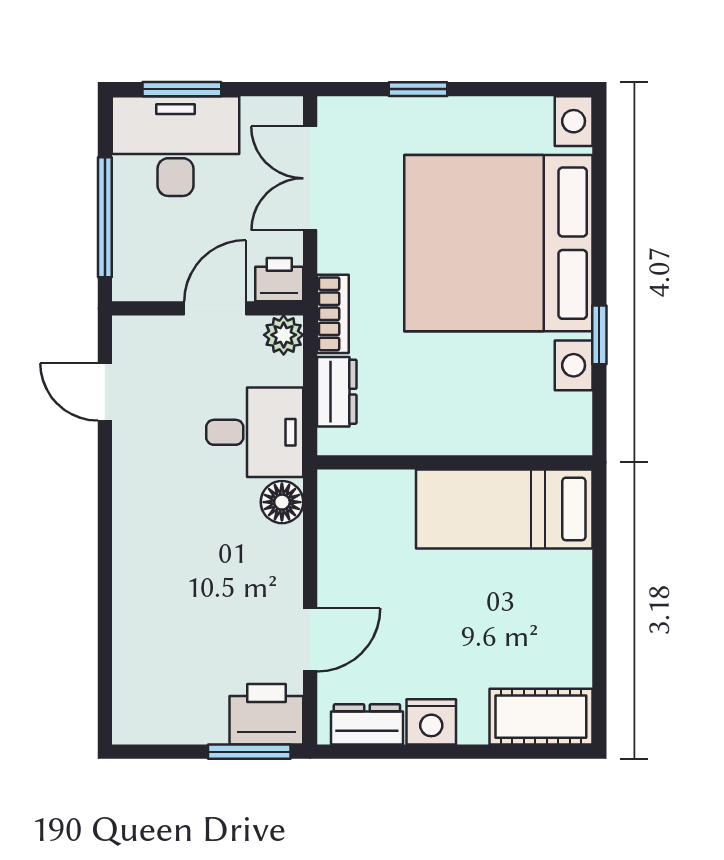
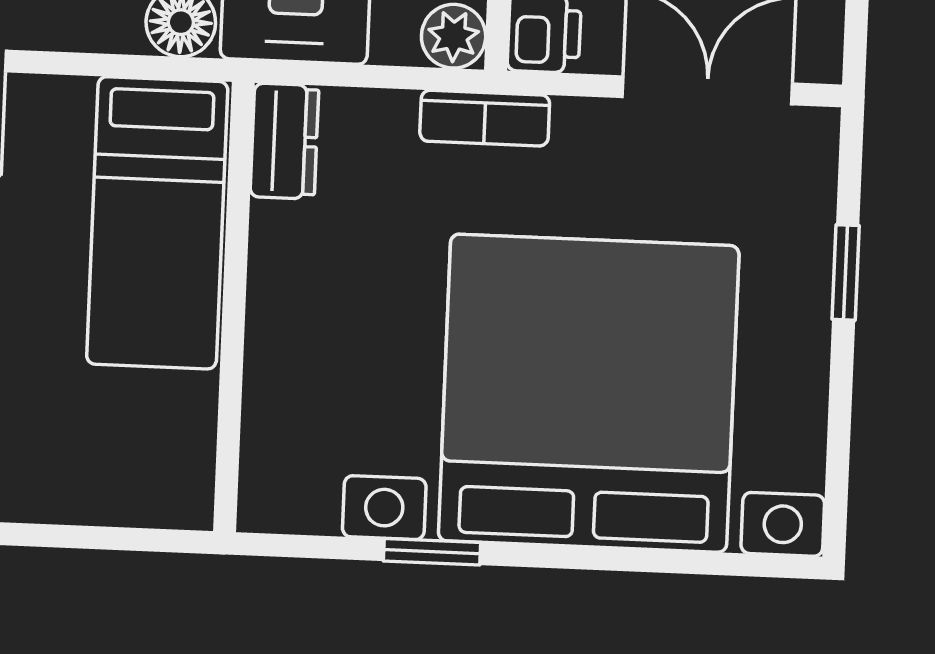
dresser: (337, 392) -> (284, 141), moved, turned -90
bed: (504, 509) -> (157, 223), moved, turned 180

